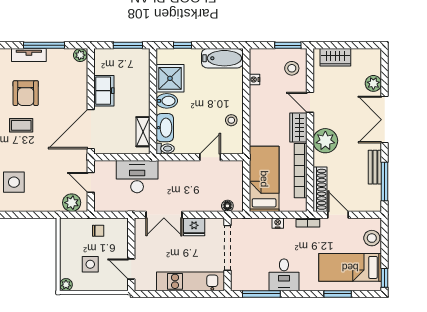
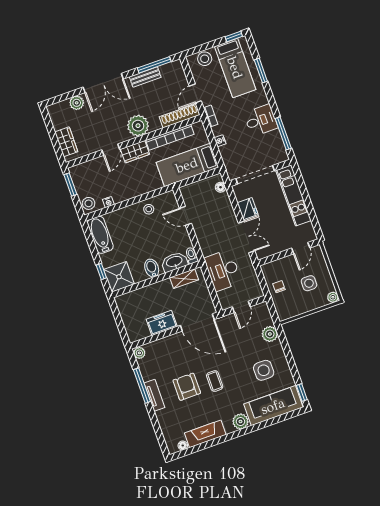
window: (128, 45) -> (117, 316), removed
stool: (292, 68) -> (89, 203), moved
shower: (170, 78) -> (119, 277), moved
armchair: (26, 93) -> (187, 387), turned -90
plant: (72, 203) -> (270, 334), moved

